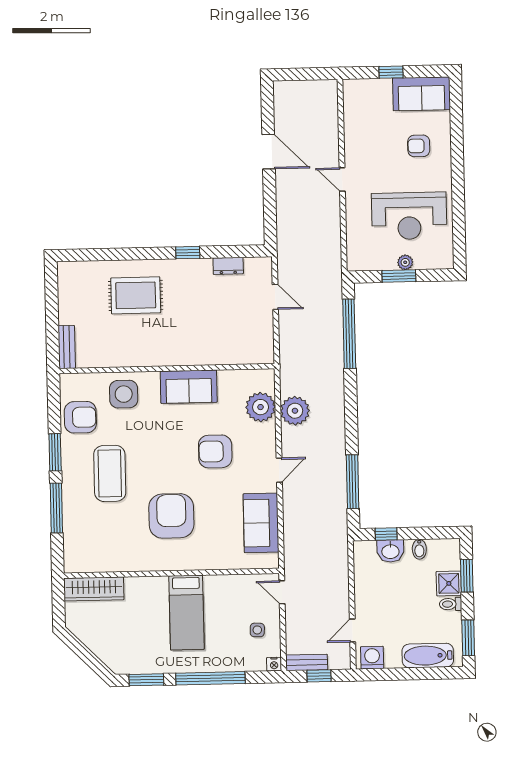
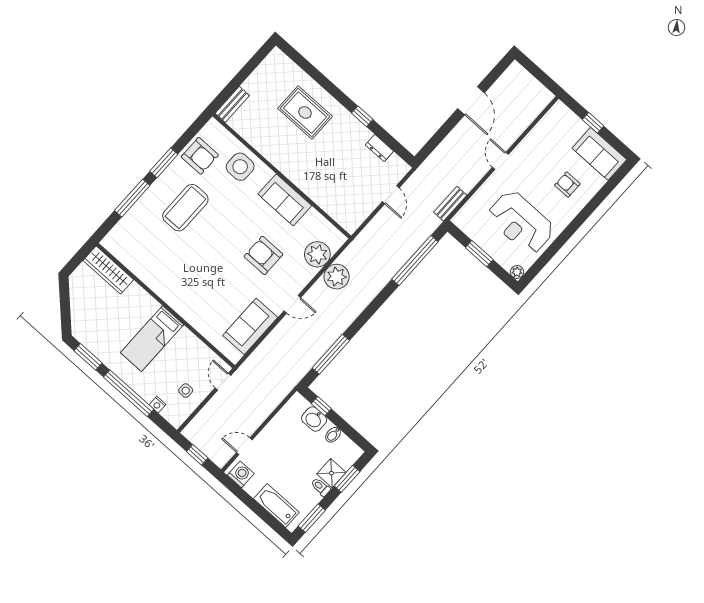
plant: (405, 262) -> (517, 272), moved
armchair: (171, 516) -> (199, 270), removed
bench: (307, 662) -> (450, 204), moved, turned 90
nightstand: (274, 664) -> (158, 405), moved

